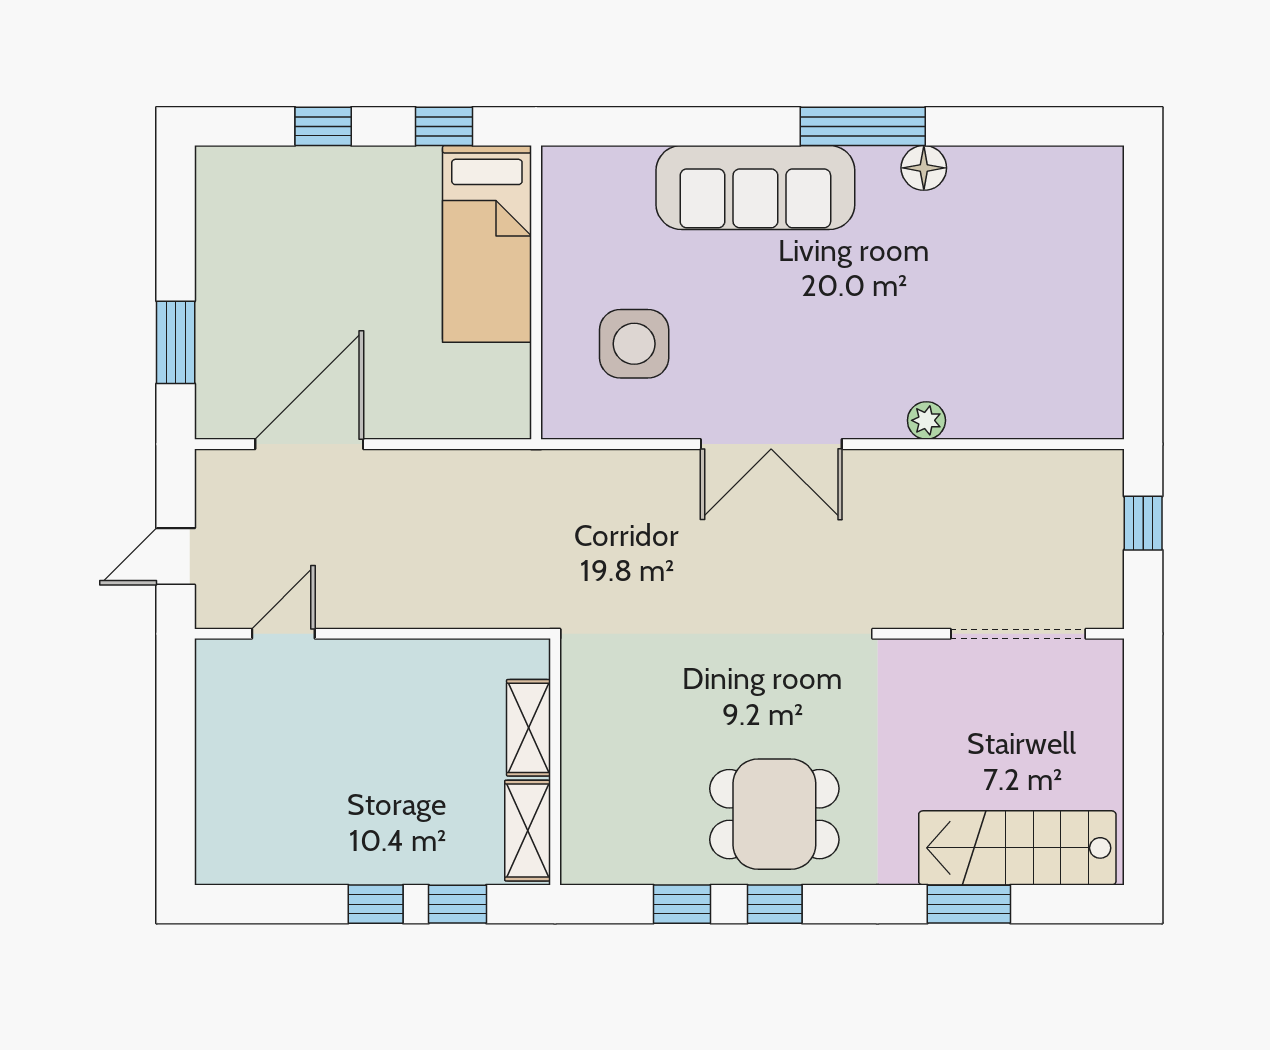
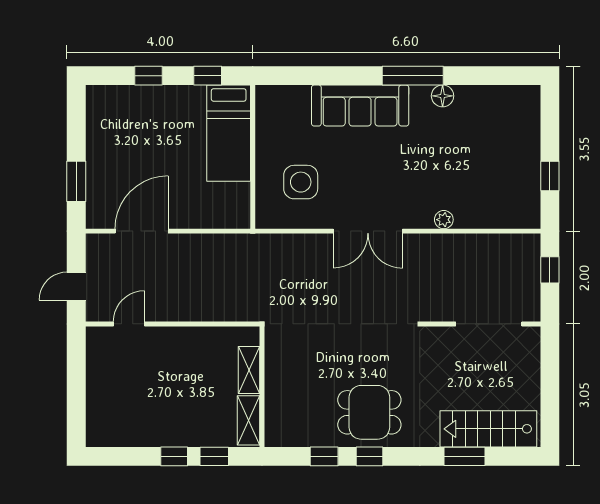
window: (1143, 332) -> (550, 176), added

